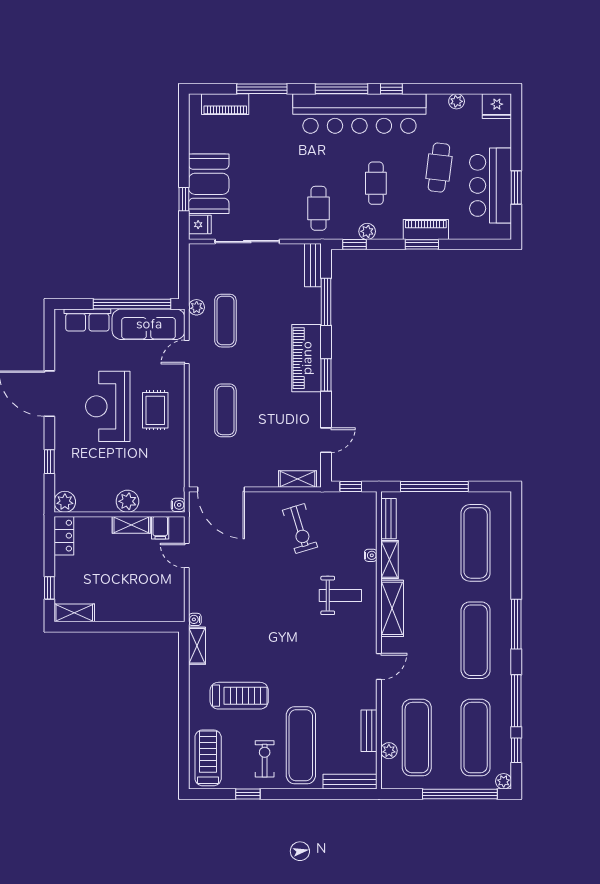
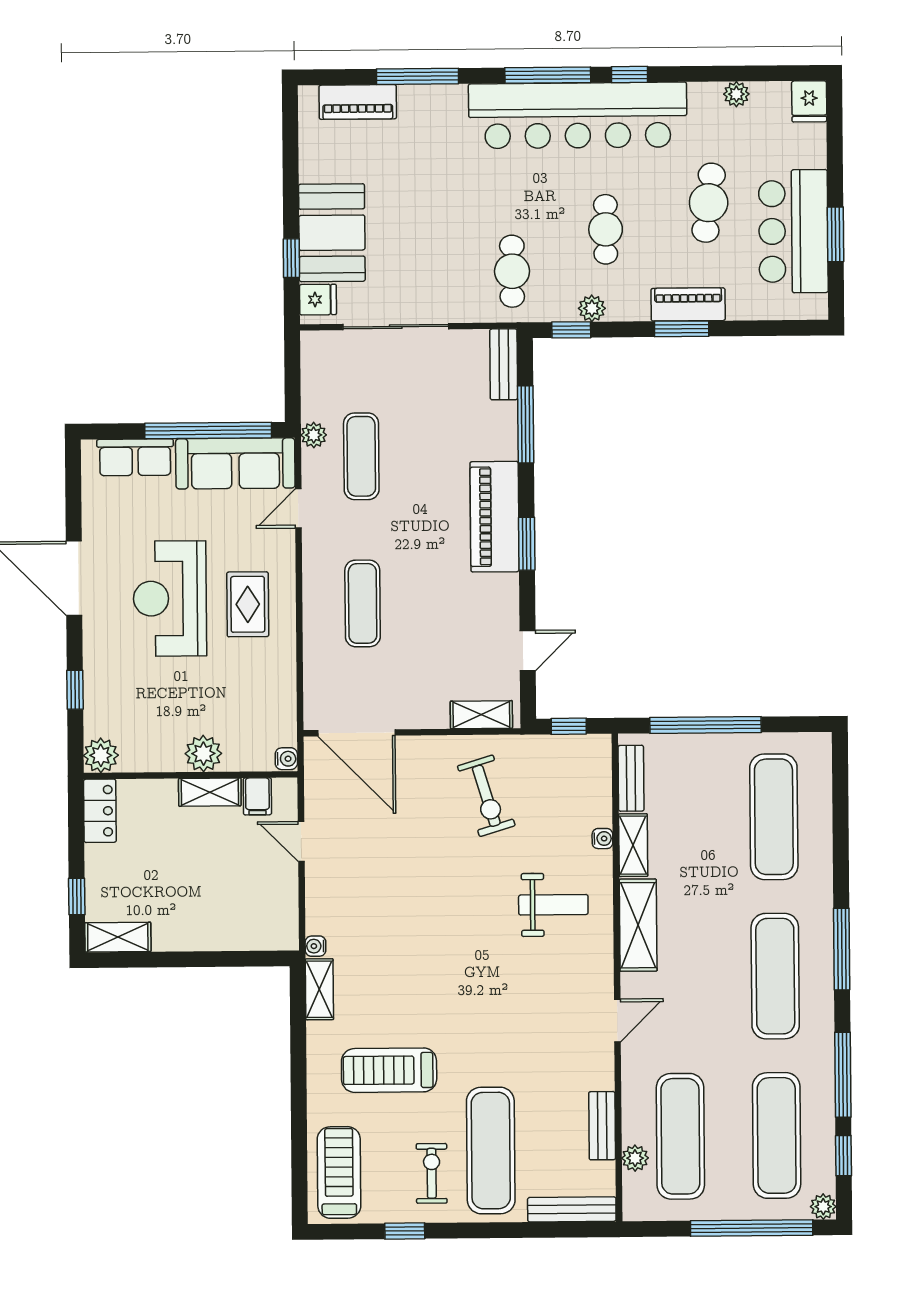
fridge: (497, 106) -> (809, 101), width x0.72
treadmill: (239, 696) -> (389, 1070), turned 180

